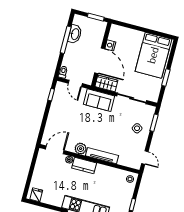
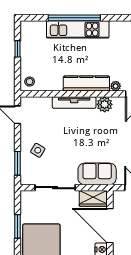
kitchen counter: (84, 165) -> (86, 84), width x1.50

